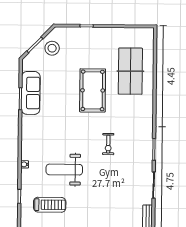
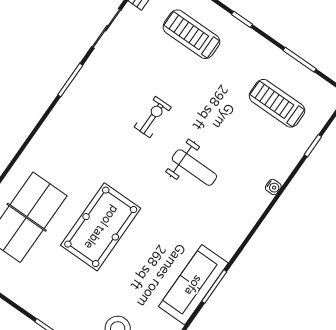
exercise bike: (108, 144) -> (153, 117), moved
weight bench: (64, 170) -> (194, 168), moved, width x0.73, depth x0.75
treadmill: (112, 210) -> (191, 34), added

